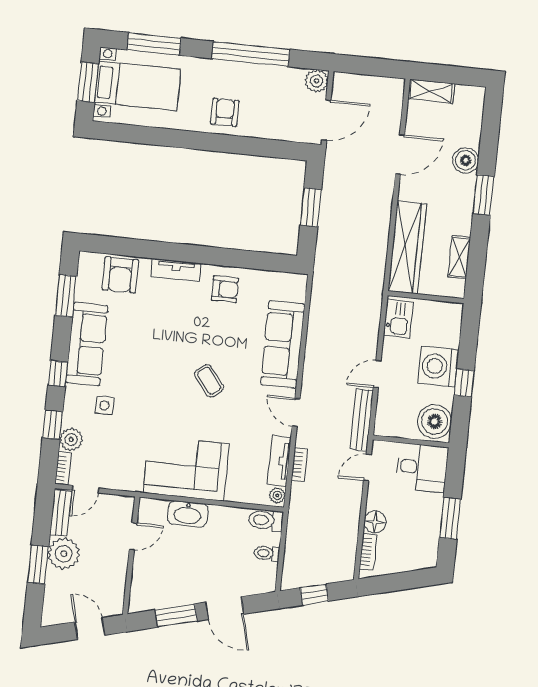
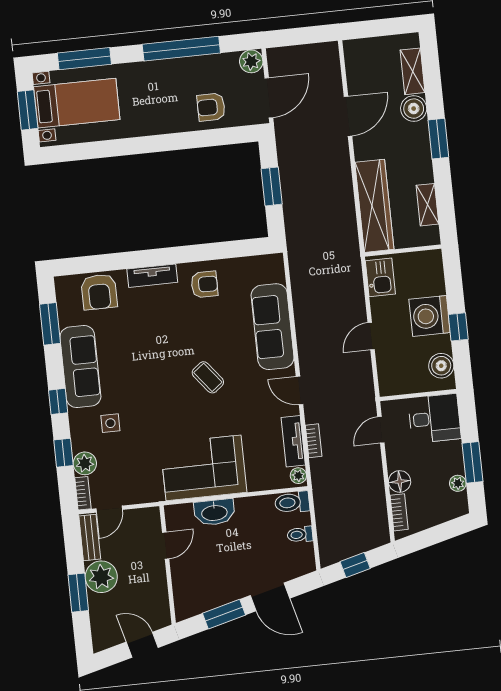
shelving: (431, 91) -> (413, 71), moved, turned 90
armchair: (225, 112) -> (211, 107), moved, turned -90
bench: (362, 420) -> (366, 384), removed
boiler: (435, 421) -> (441, 366), width x0.73, depth x0.73
plant: (432, 536) -> (458, 483), added

